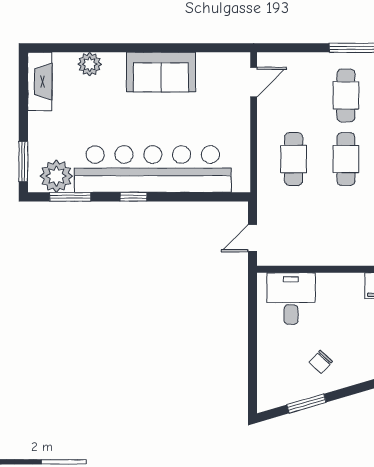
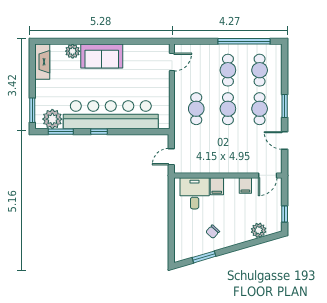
sofa: (161, 72) -> (102, 56), moved
filing cabinet: (328, 287) -> (217, 186), added

